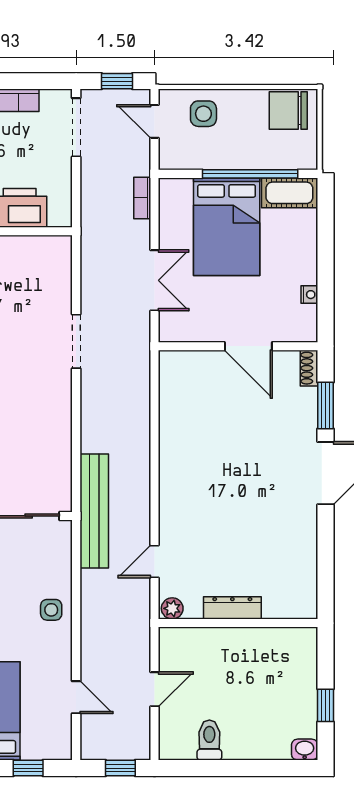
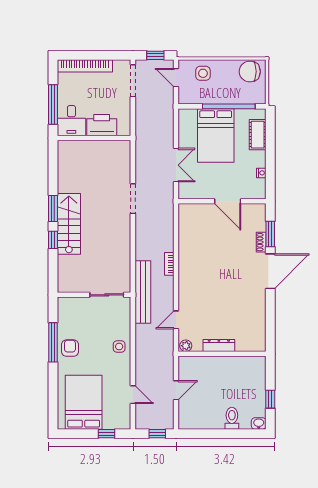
cot: (289, 193) -> (258, 135), moved, turned 90
bookcase: (142, 198) -> (169, 264), moved
shoe rack: (309, 368) -> (261, 242), moved
toilet: (209, 740) -> (232, 418), moved

